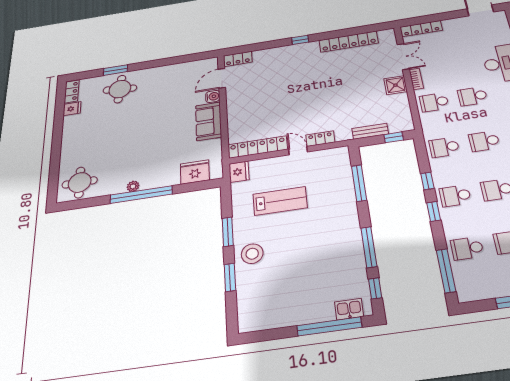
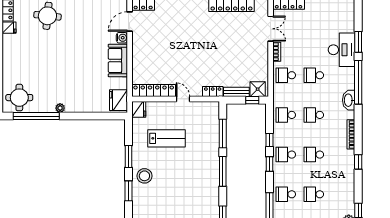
shower: (396, 85) -> (258, 89), moved
locker: (320, 139) -> (213, 92), moved
fridge: (195, 172) -> (118, 100), moved, turned -90
window: (141, 195) -> (36, 116), moved
window: (369, 247) -> (223, 171), moved

